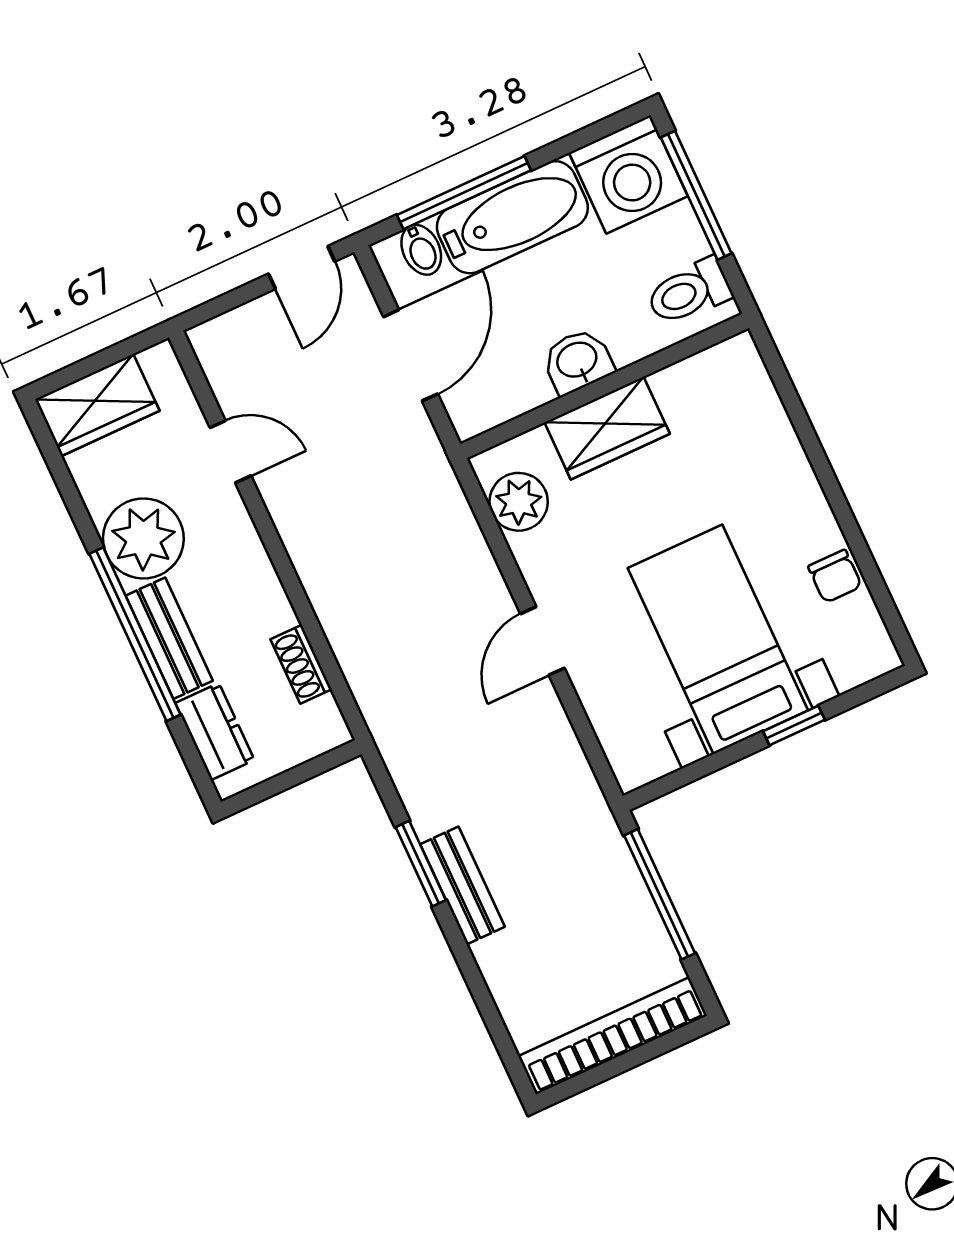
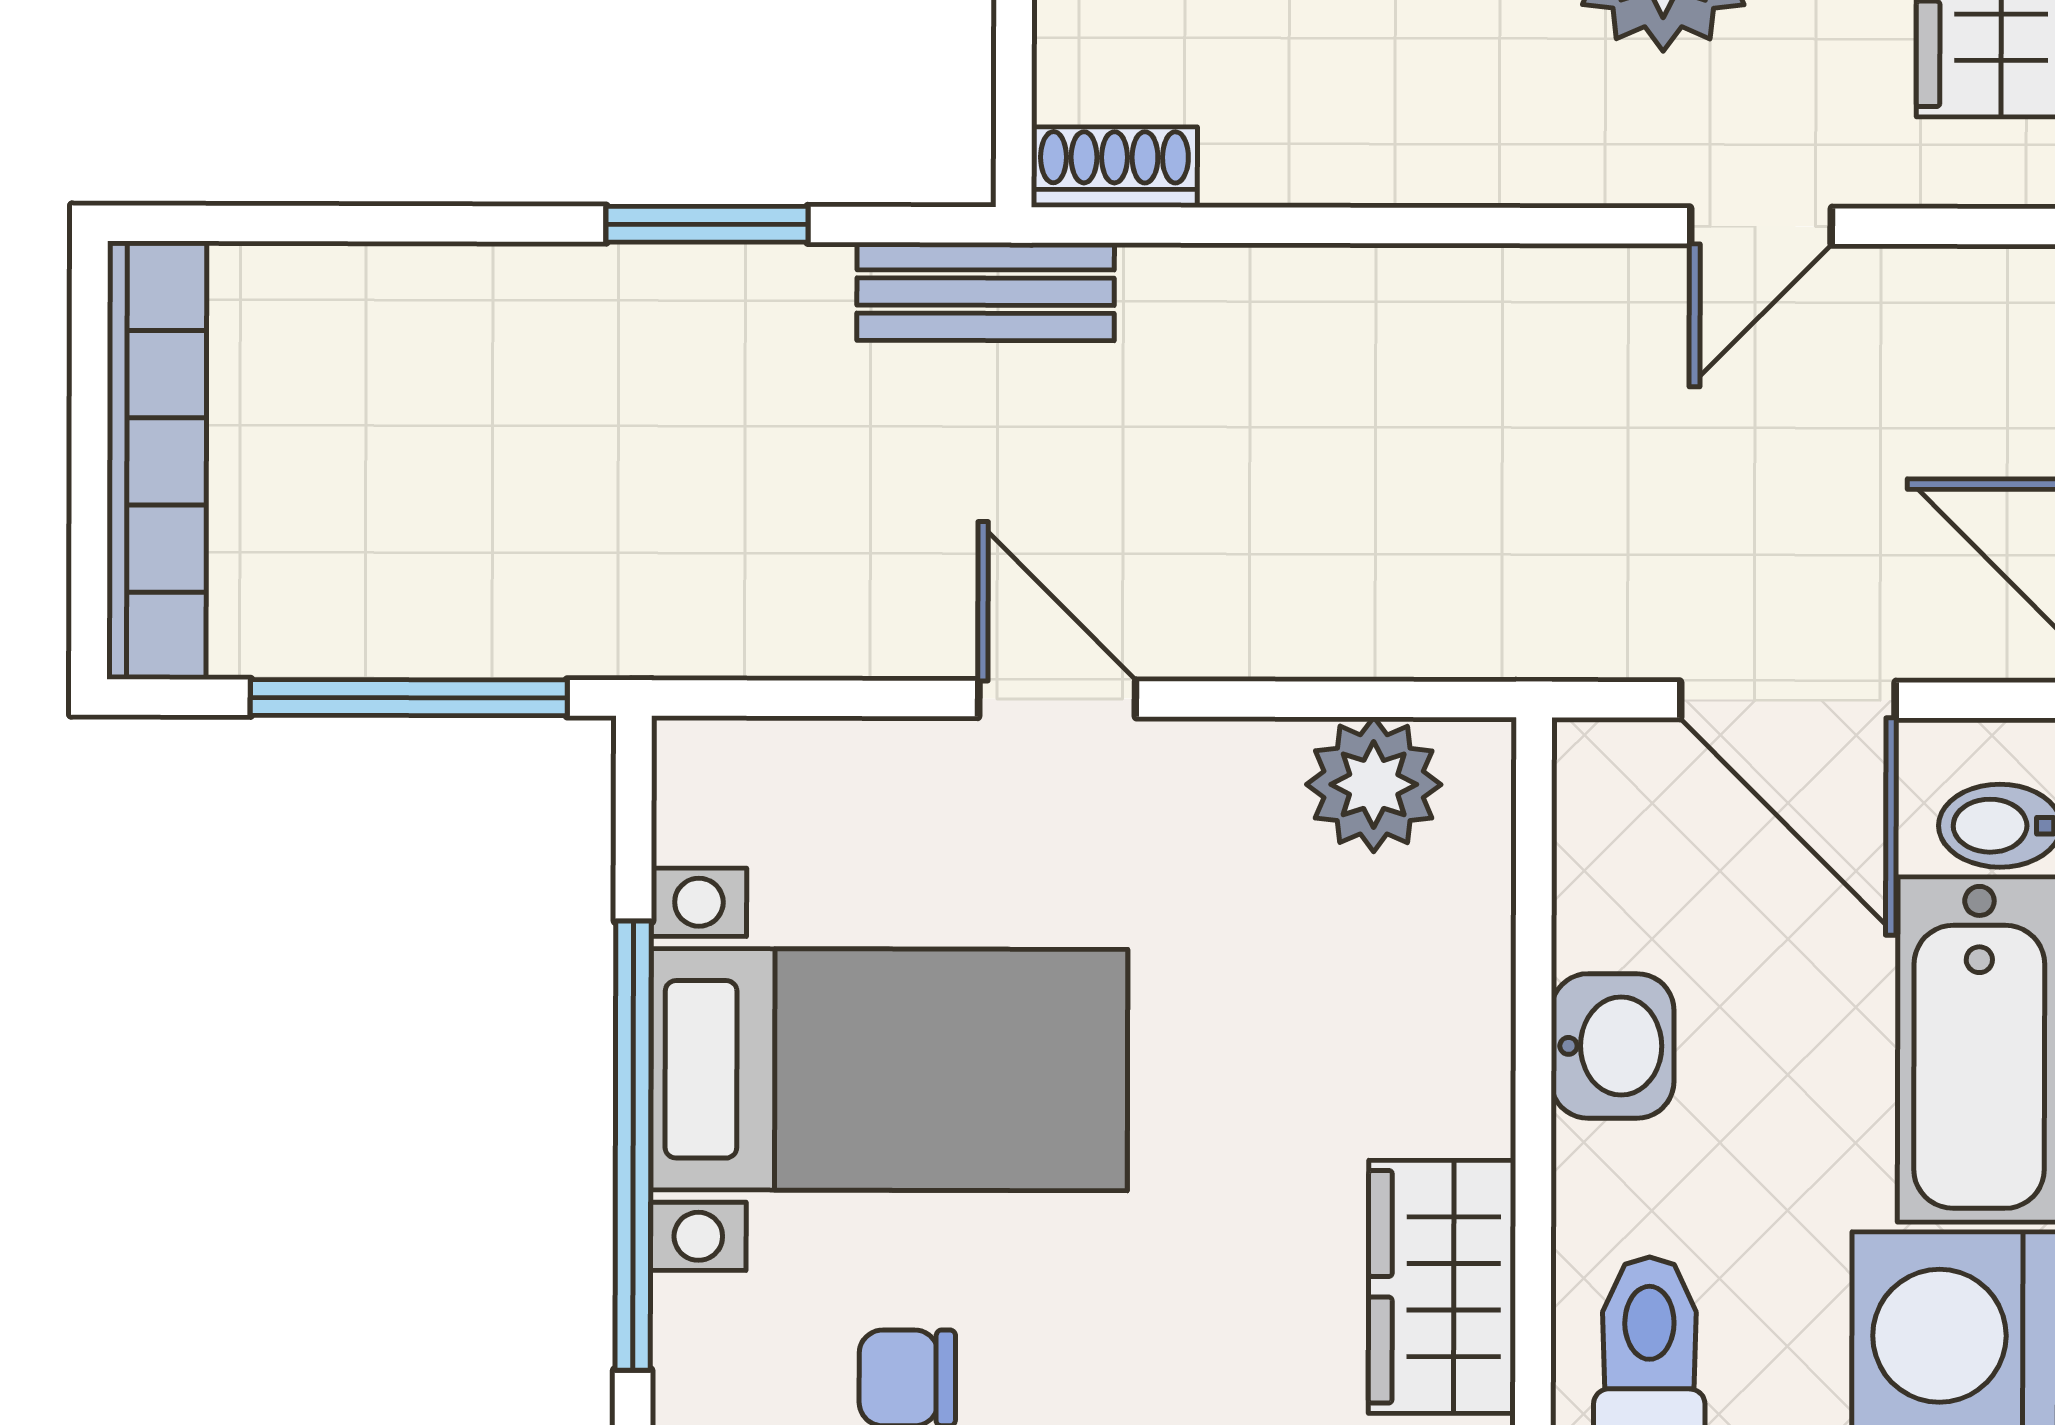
wardrobe: (607, 428) -> (1442, 1287), moved
shoe rack: (301, 664) -> (1114, 167), moved
window: (794, 725) -> (633, 1146), width x3.17
bench: (463, 885) -> (986, 292), moved

